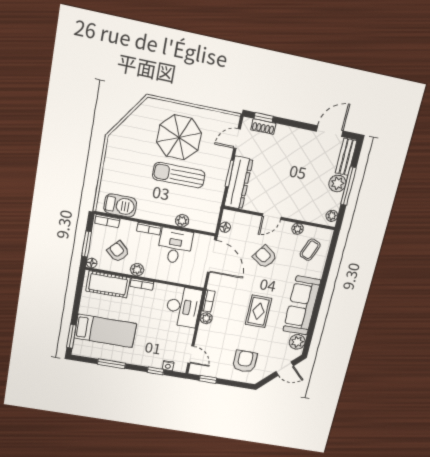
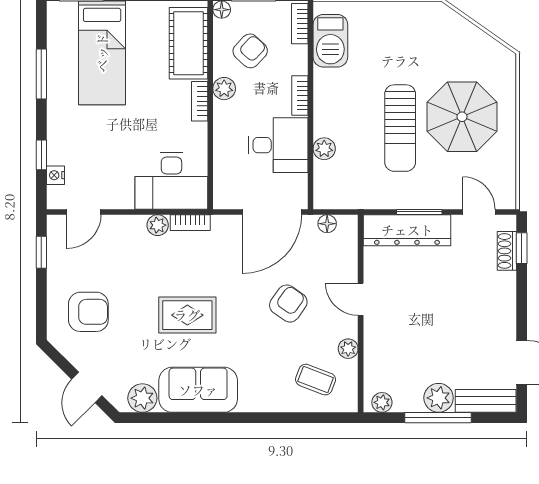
sun lounger: (179, 175) -> (400, 128), turned 180
sofa: (302, 305) -> (198, 390), width x0.73

